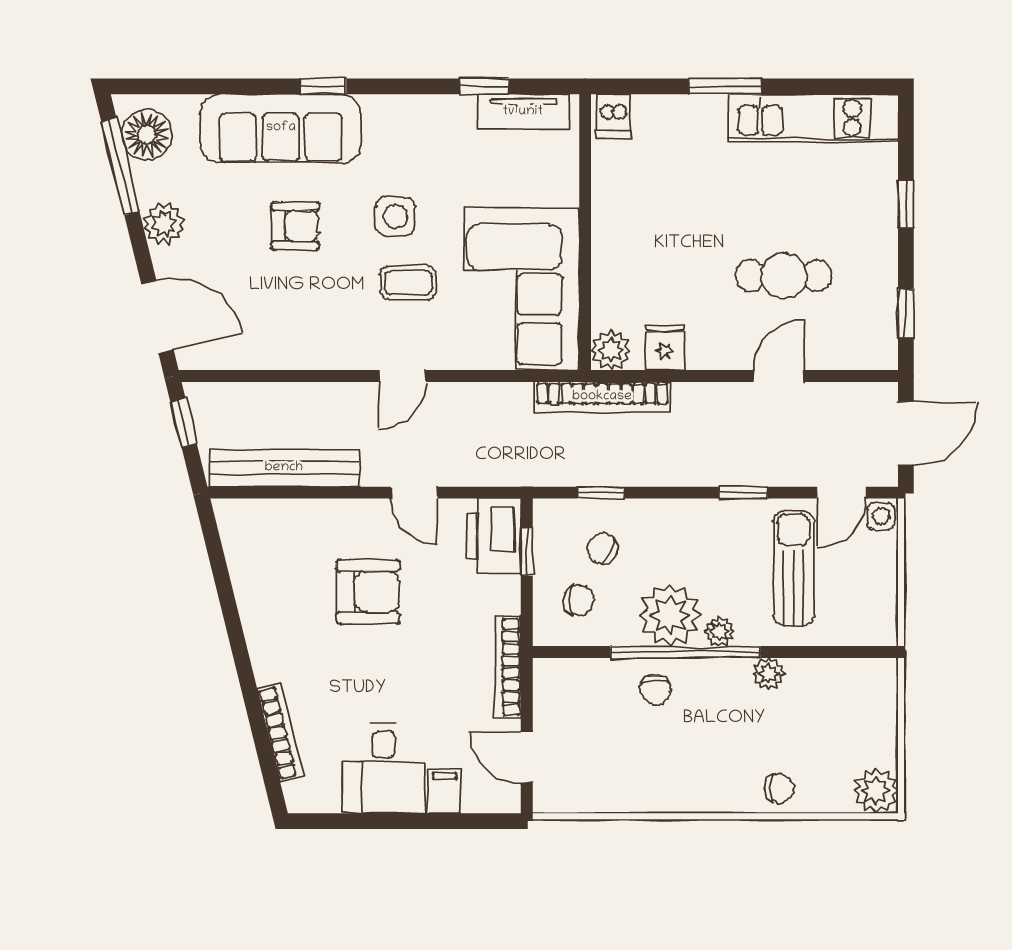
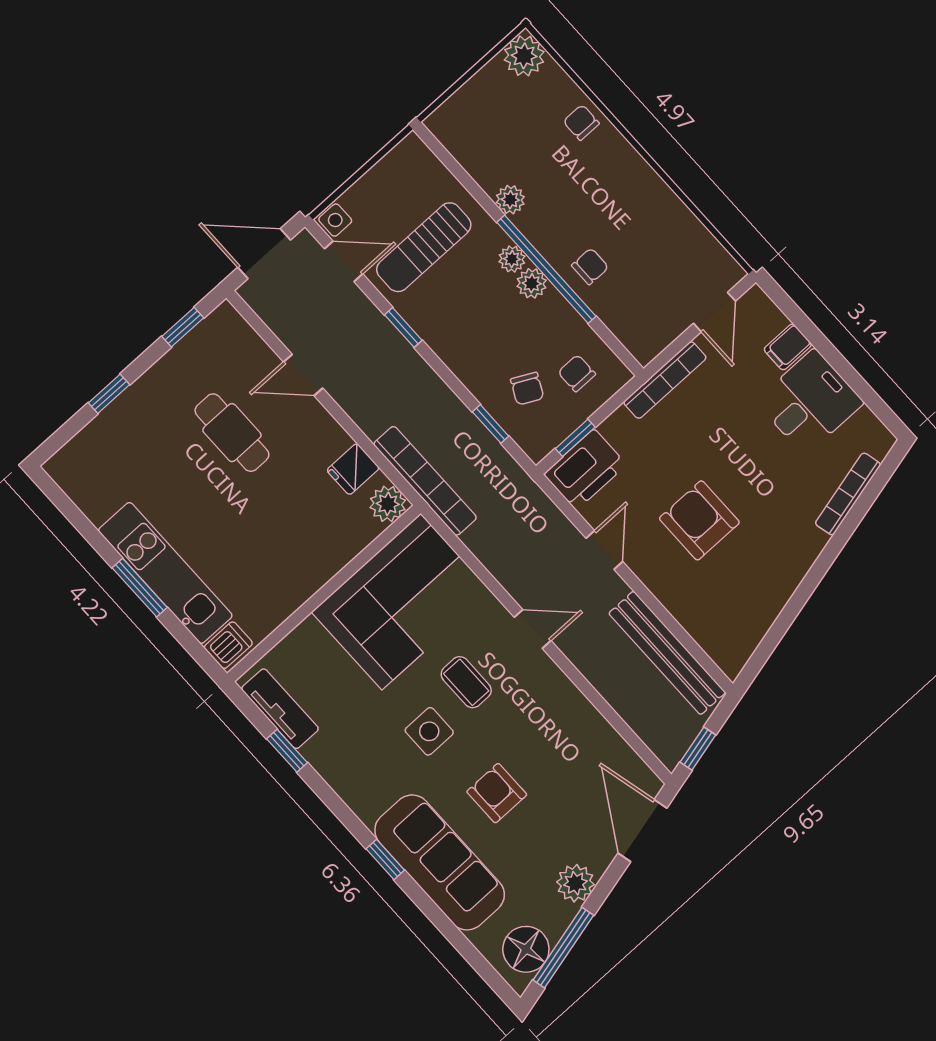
kitchen unit: (813, 118) -> (165, 573), moved
plant: (670, 615) -> (532, 283), width x0.53, depth x0.53

